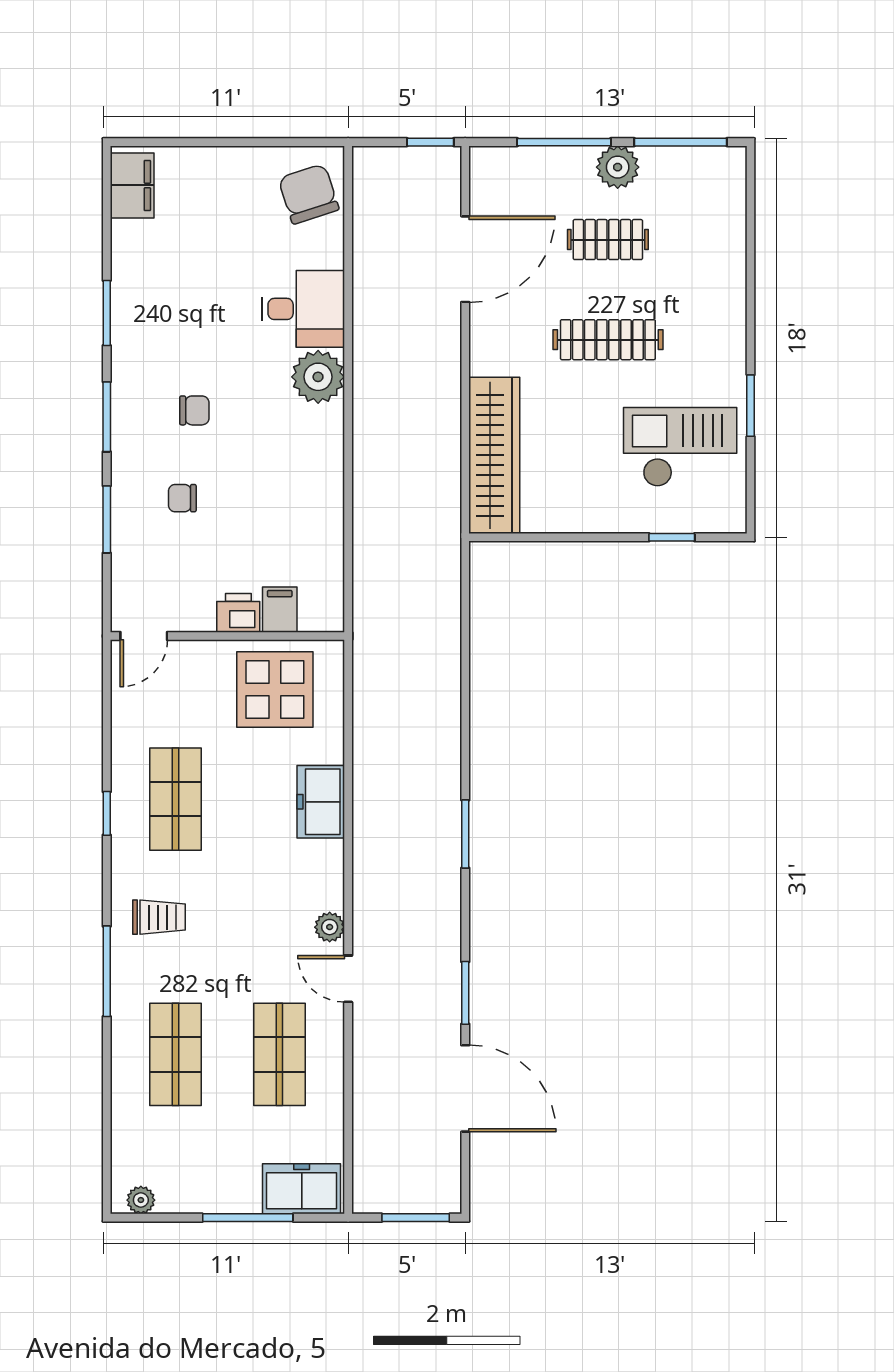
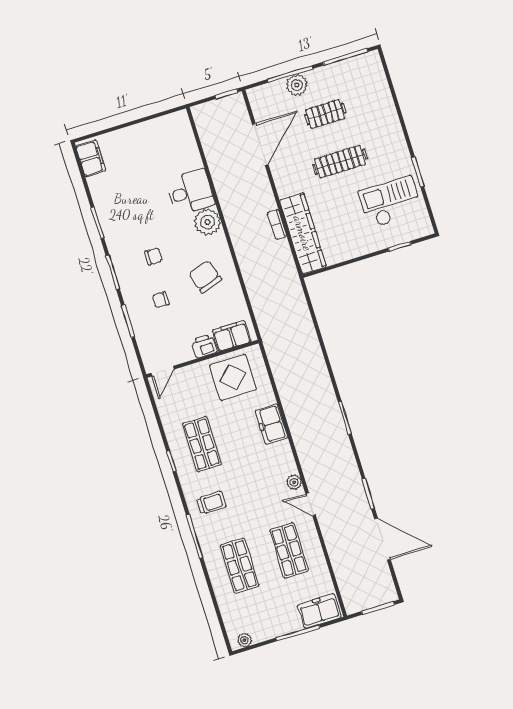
plant: (618, 167) -> (297, 85), moved
chair: (309, 194) -> (205, 277), moved
bookcase: (450, 422) -> (277, 224), added
filing cabinet: (280, 610) -> (232, 336), width x2.00

